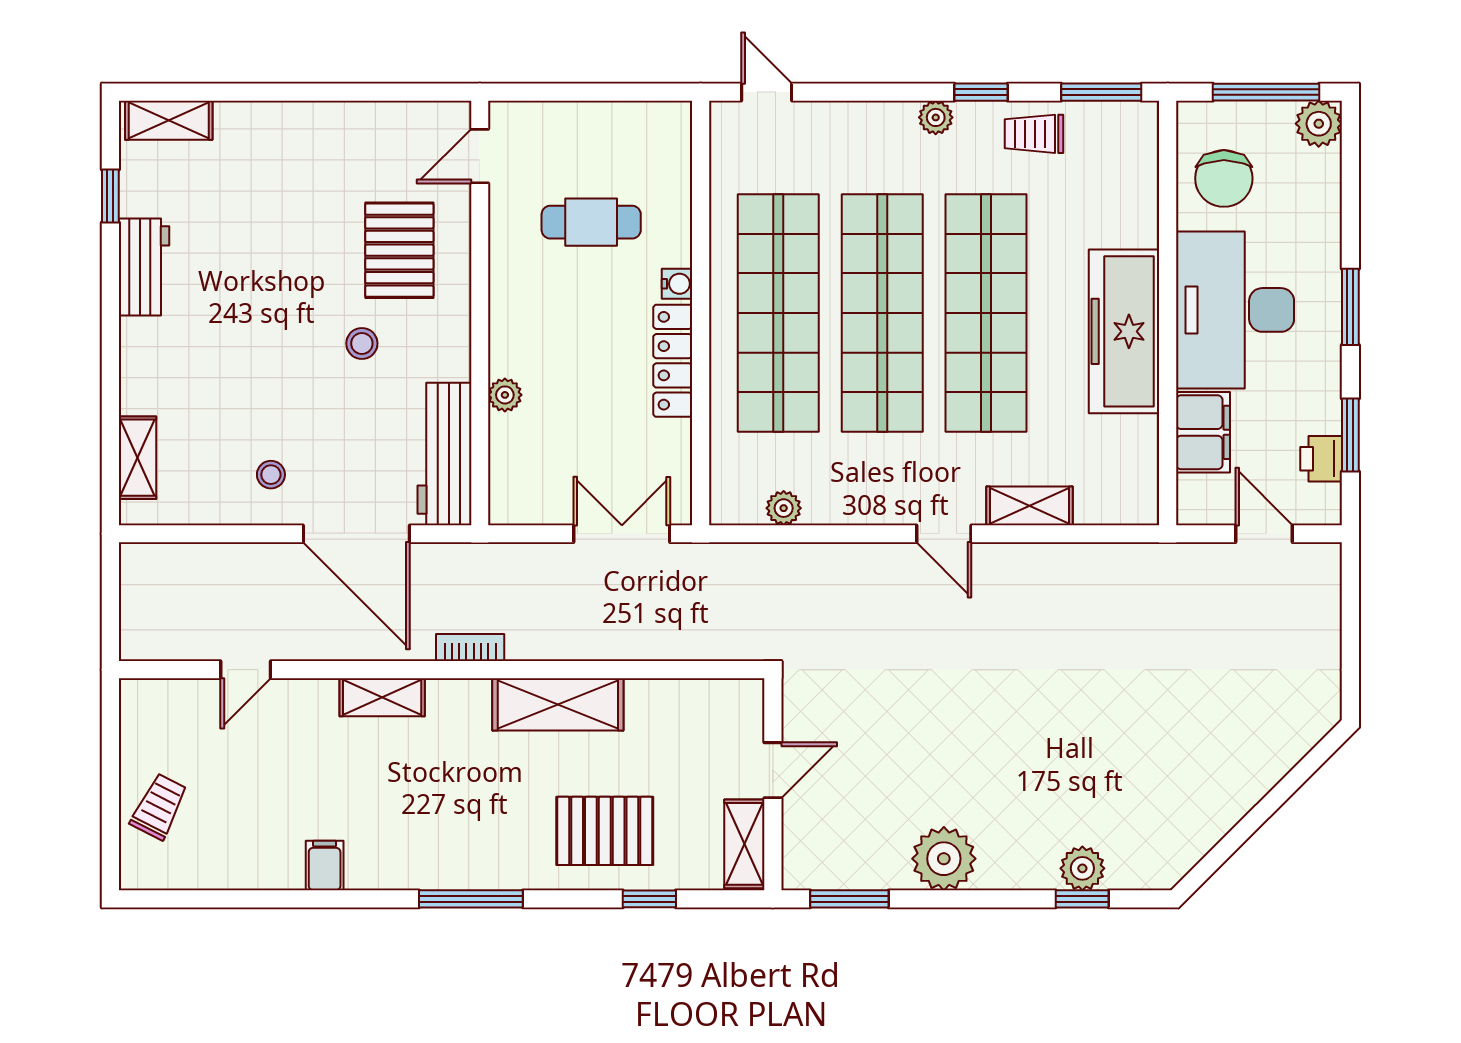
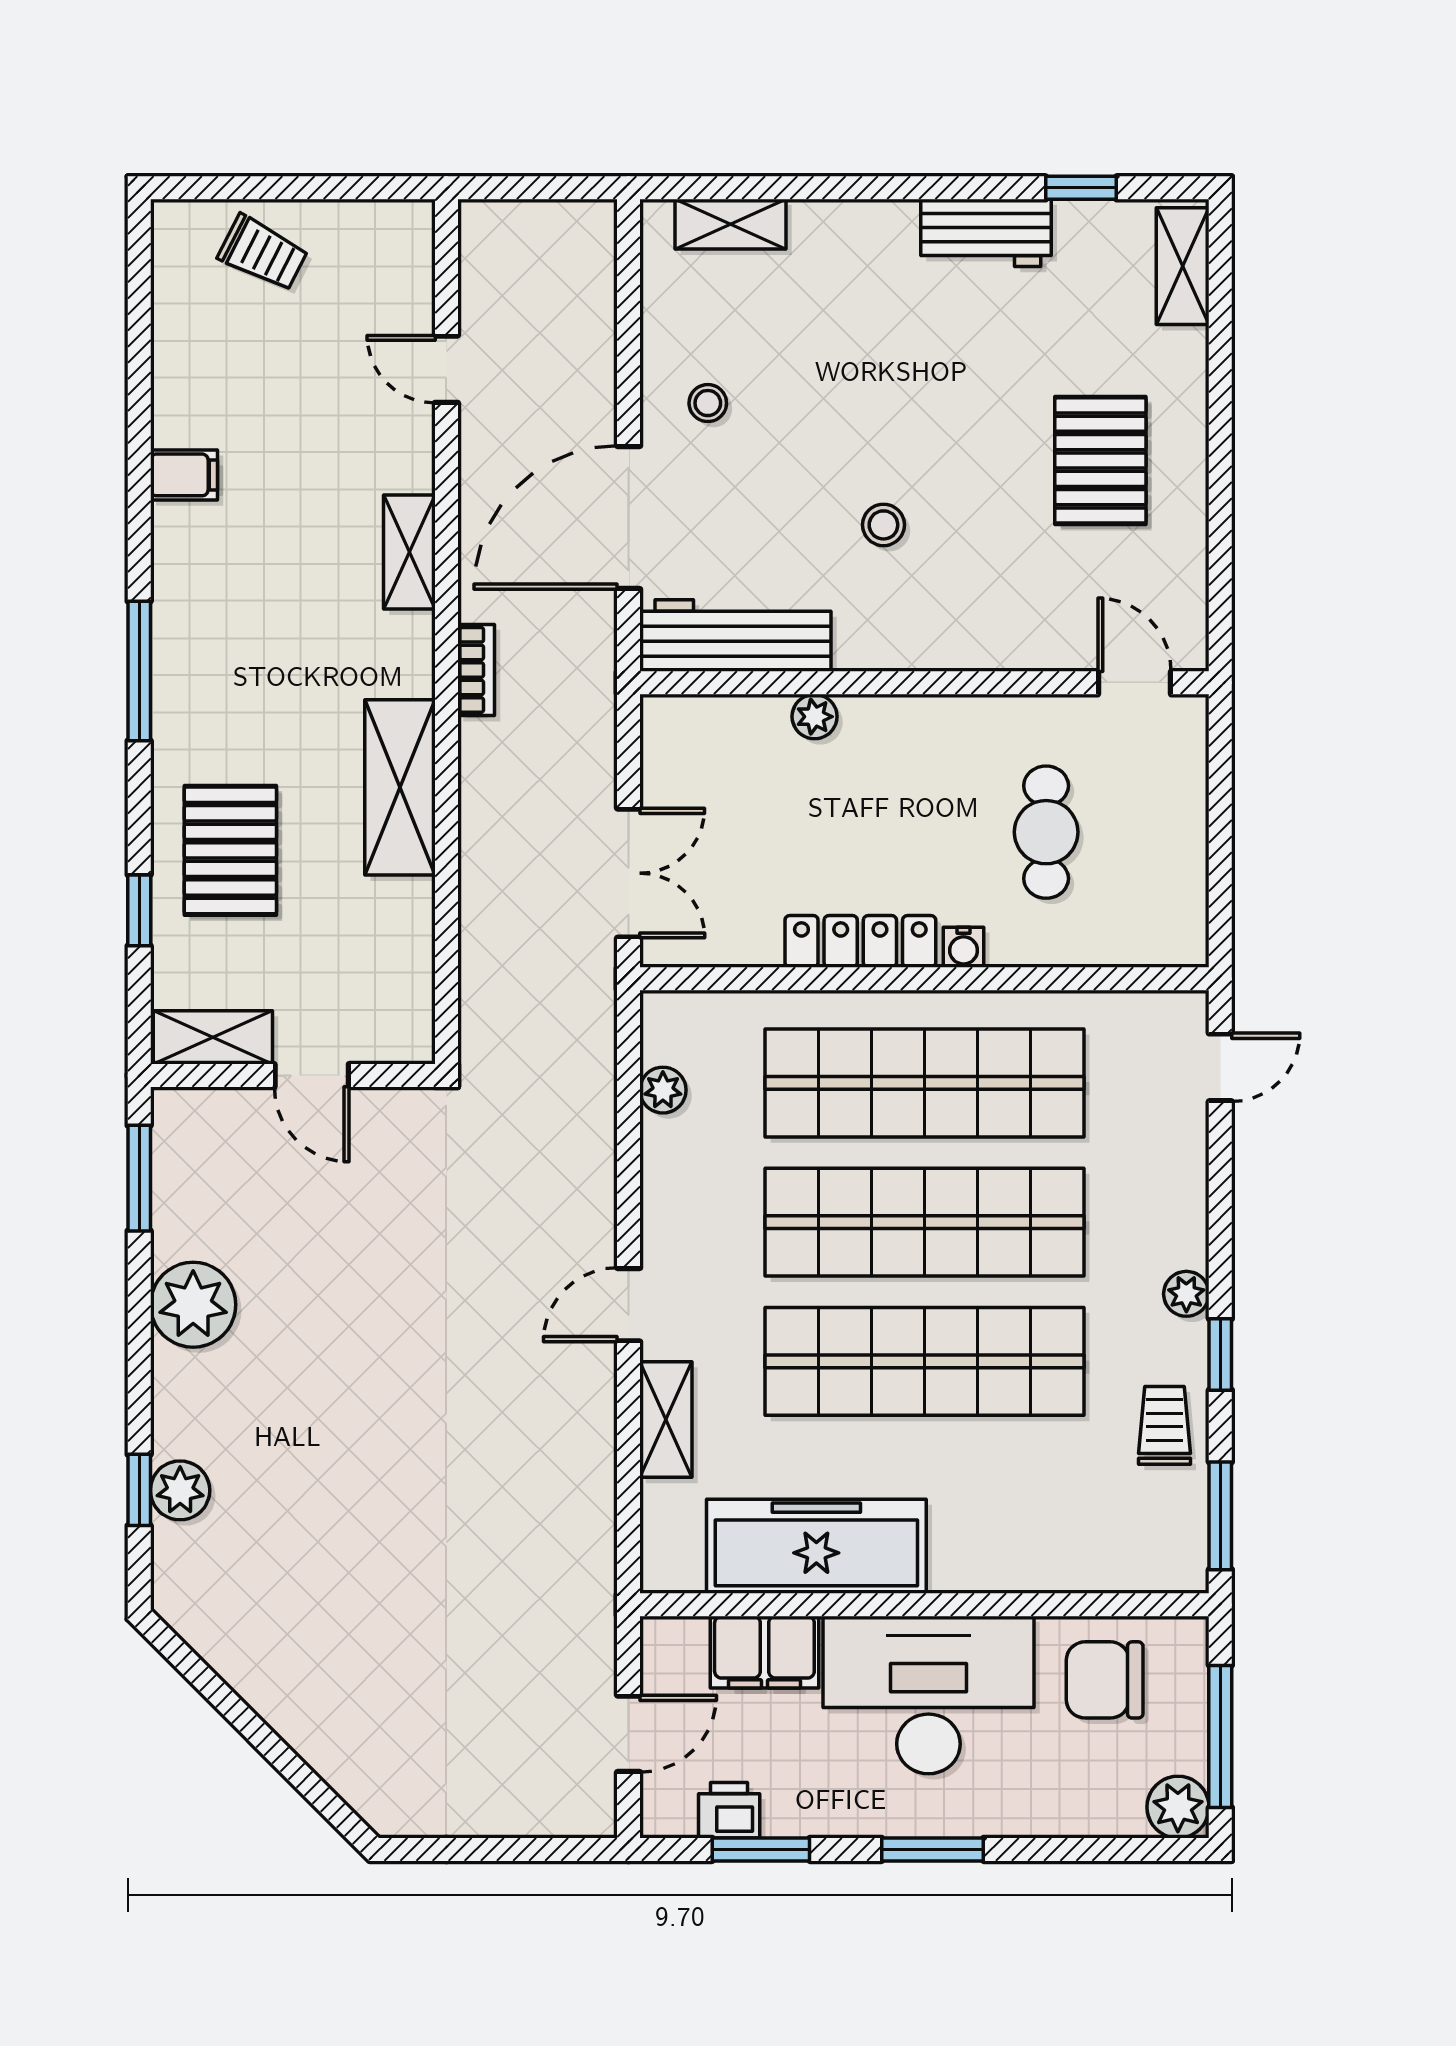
pallet: (399, 250) -> (1100, 460), moved, turned 90
freezer: (1124, 331) -> (816, 1546), moved

